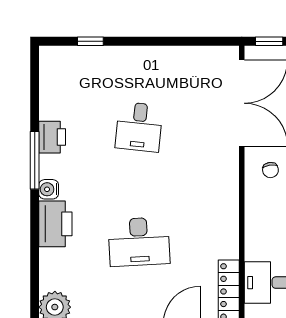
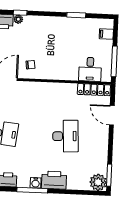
window: (35, 160) -> (32, 190), moved

